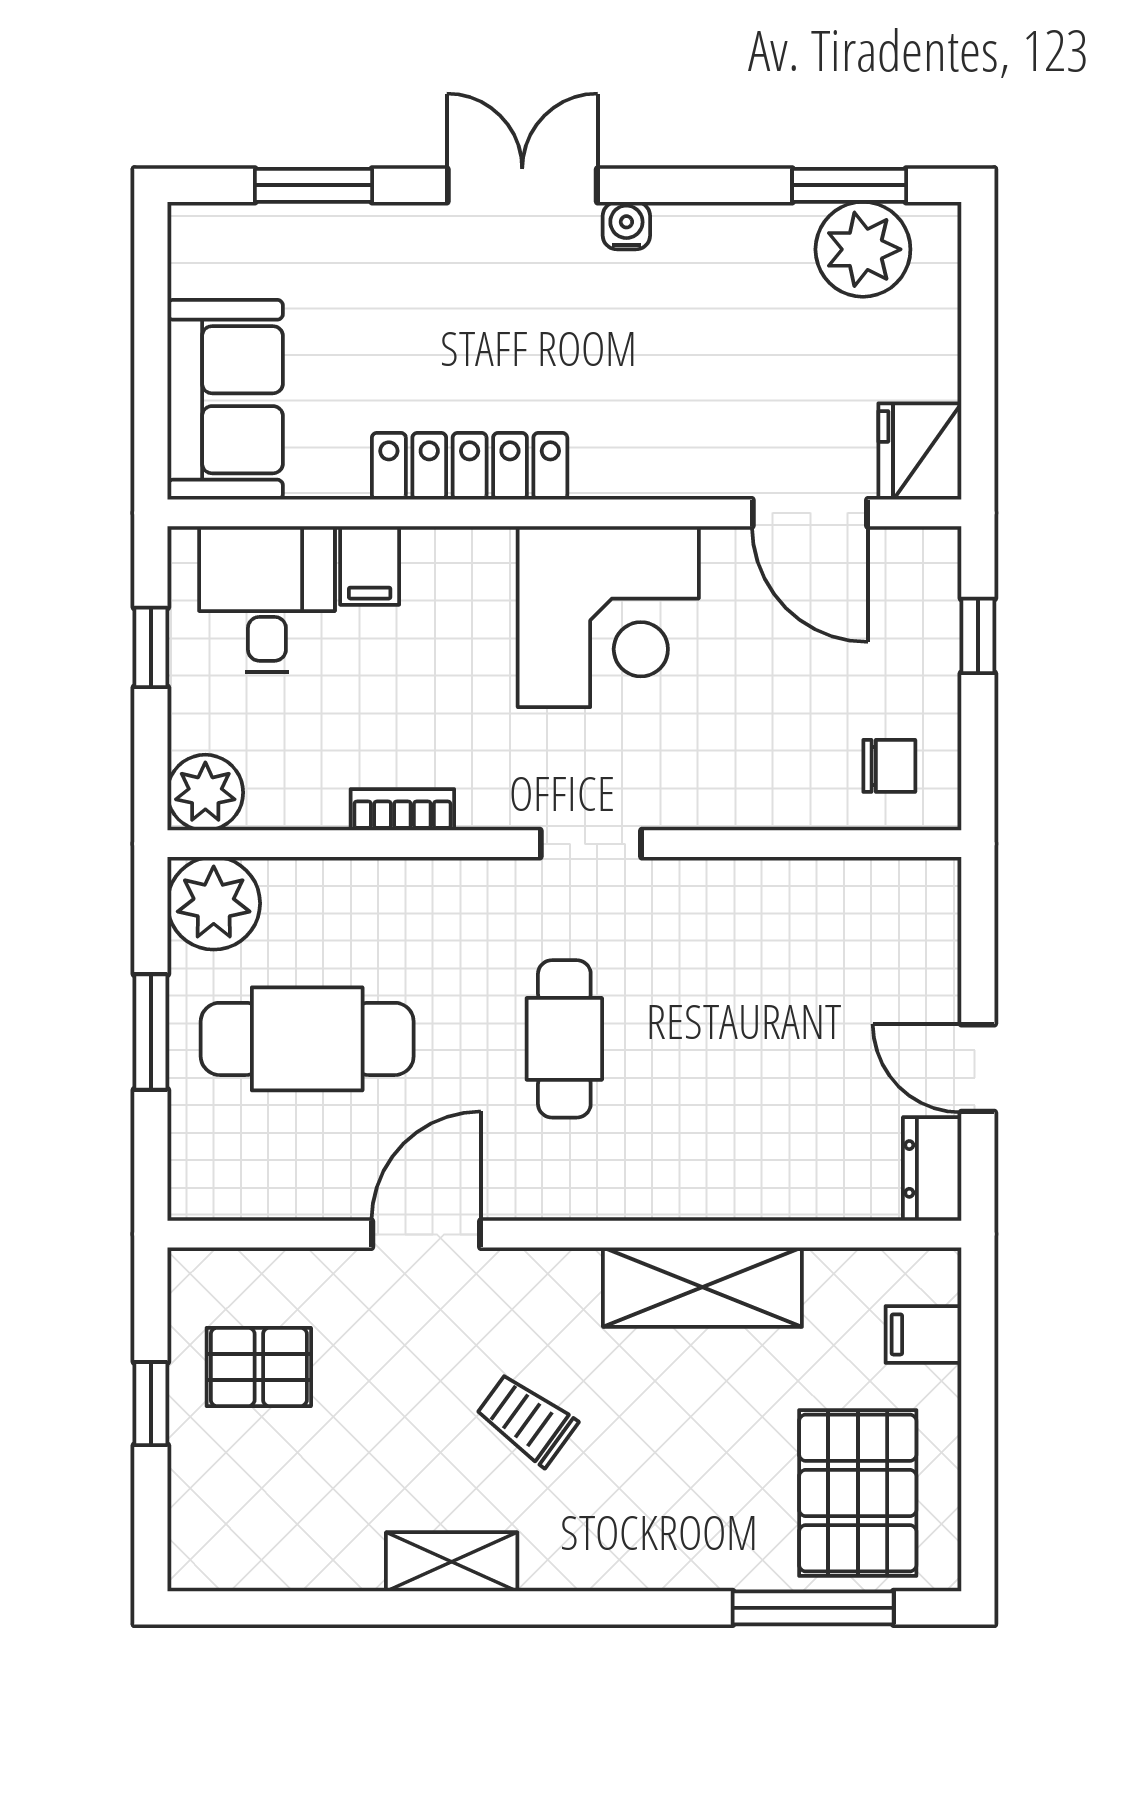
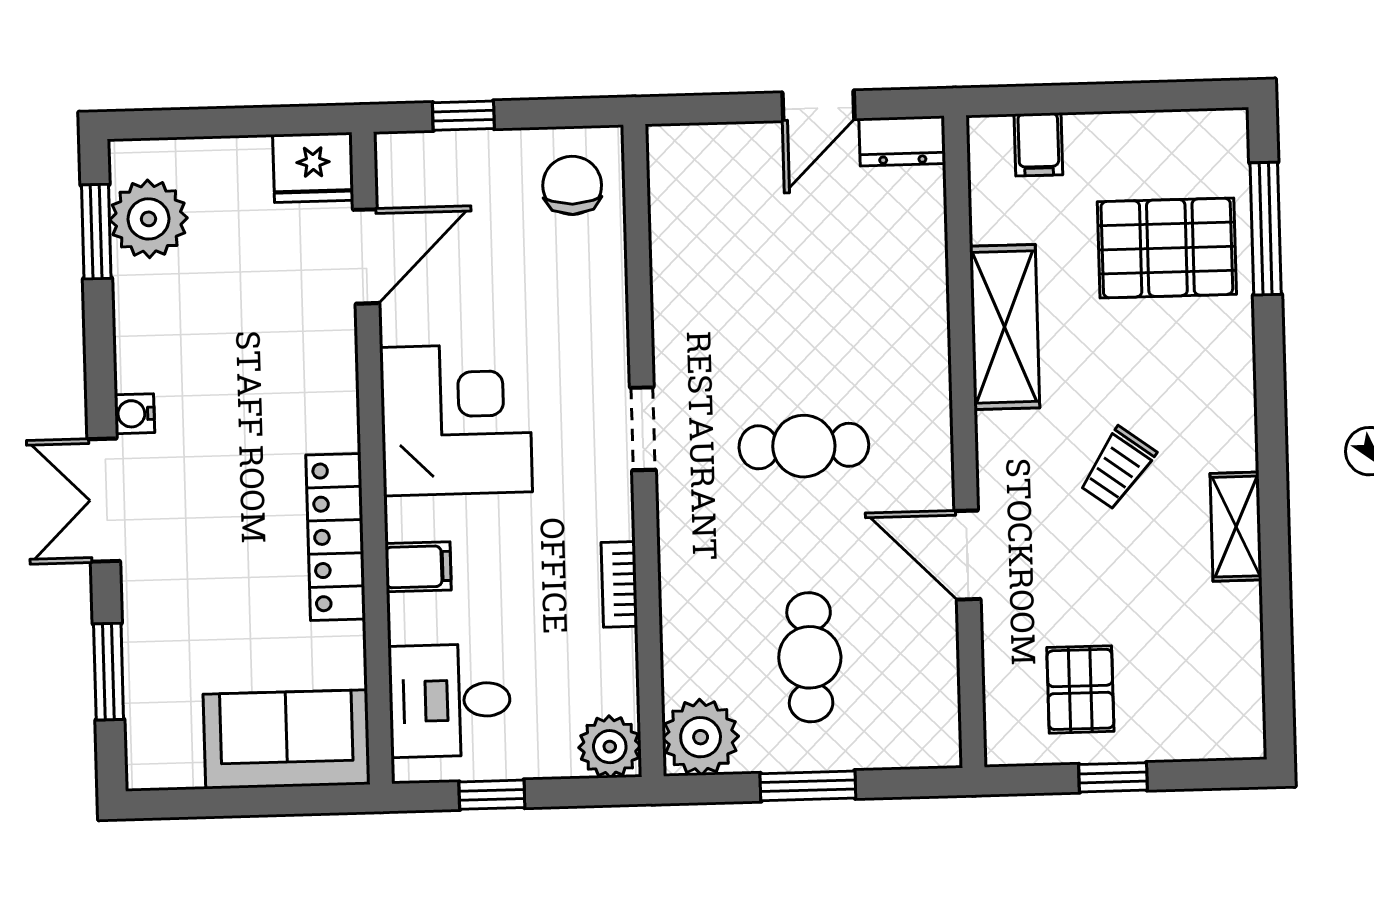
filing cabinet: (370, 565) -> (418, 567), moved
chair: (889, 766) -> (572, 185), width x1.37, depth x1.37
cafe table: (307, 1039) -> (810, 657), width x0.73, depth x0.74
pallet: (858, 1493) -> (1167, 248), moved

